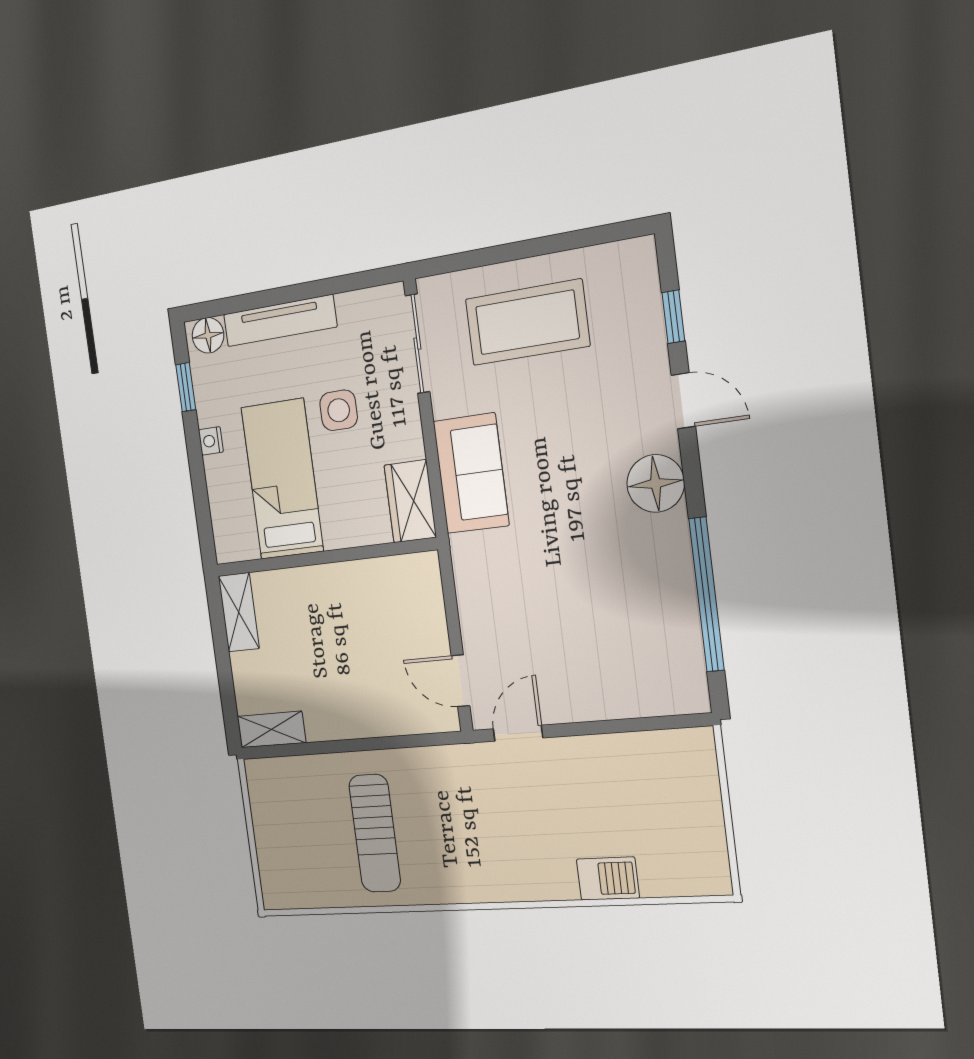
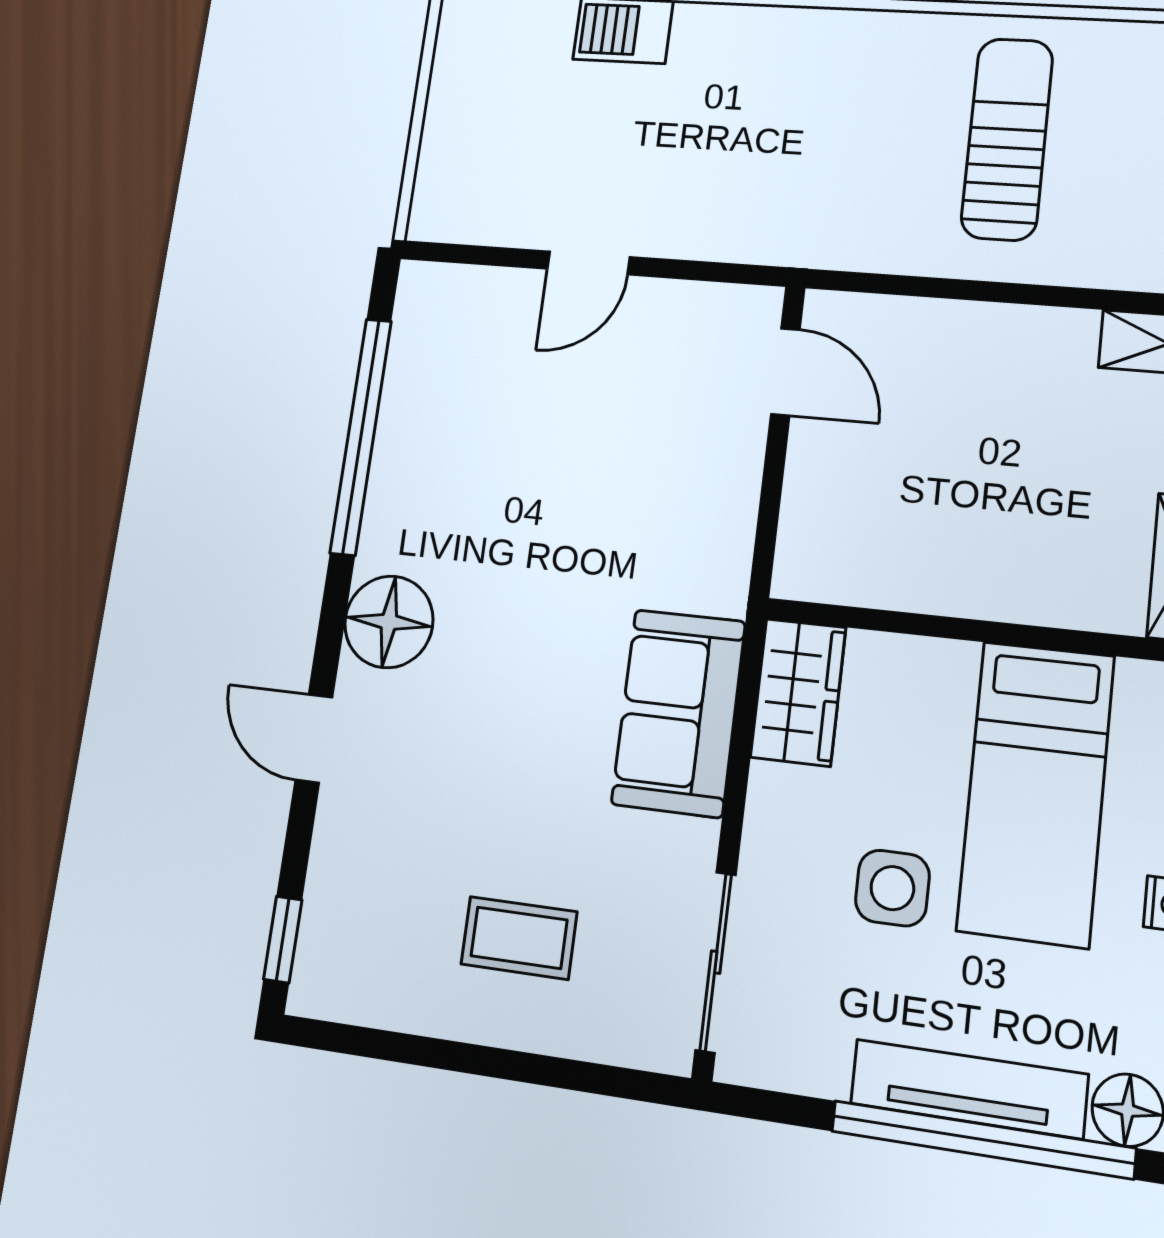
window: (268, 298) -> (982, 1140), added
window: (673, 317) -> (283, 940), moved
coffee table: (527, 322) -> (519, 938), width x0.54, depth x0.58
door: (518, 733) -> (588, 263), moved

